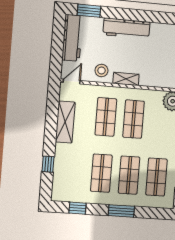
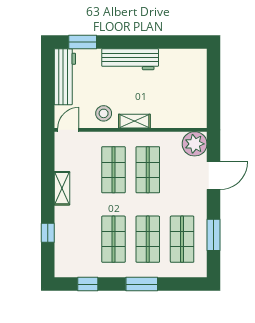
shelving: (65, 122) -> (62, 188), width x0.67, depth x0.75

